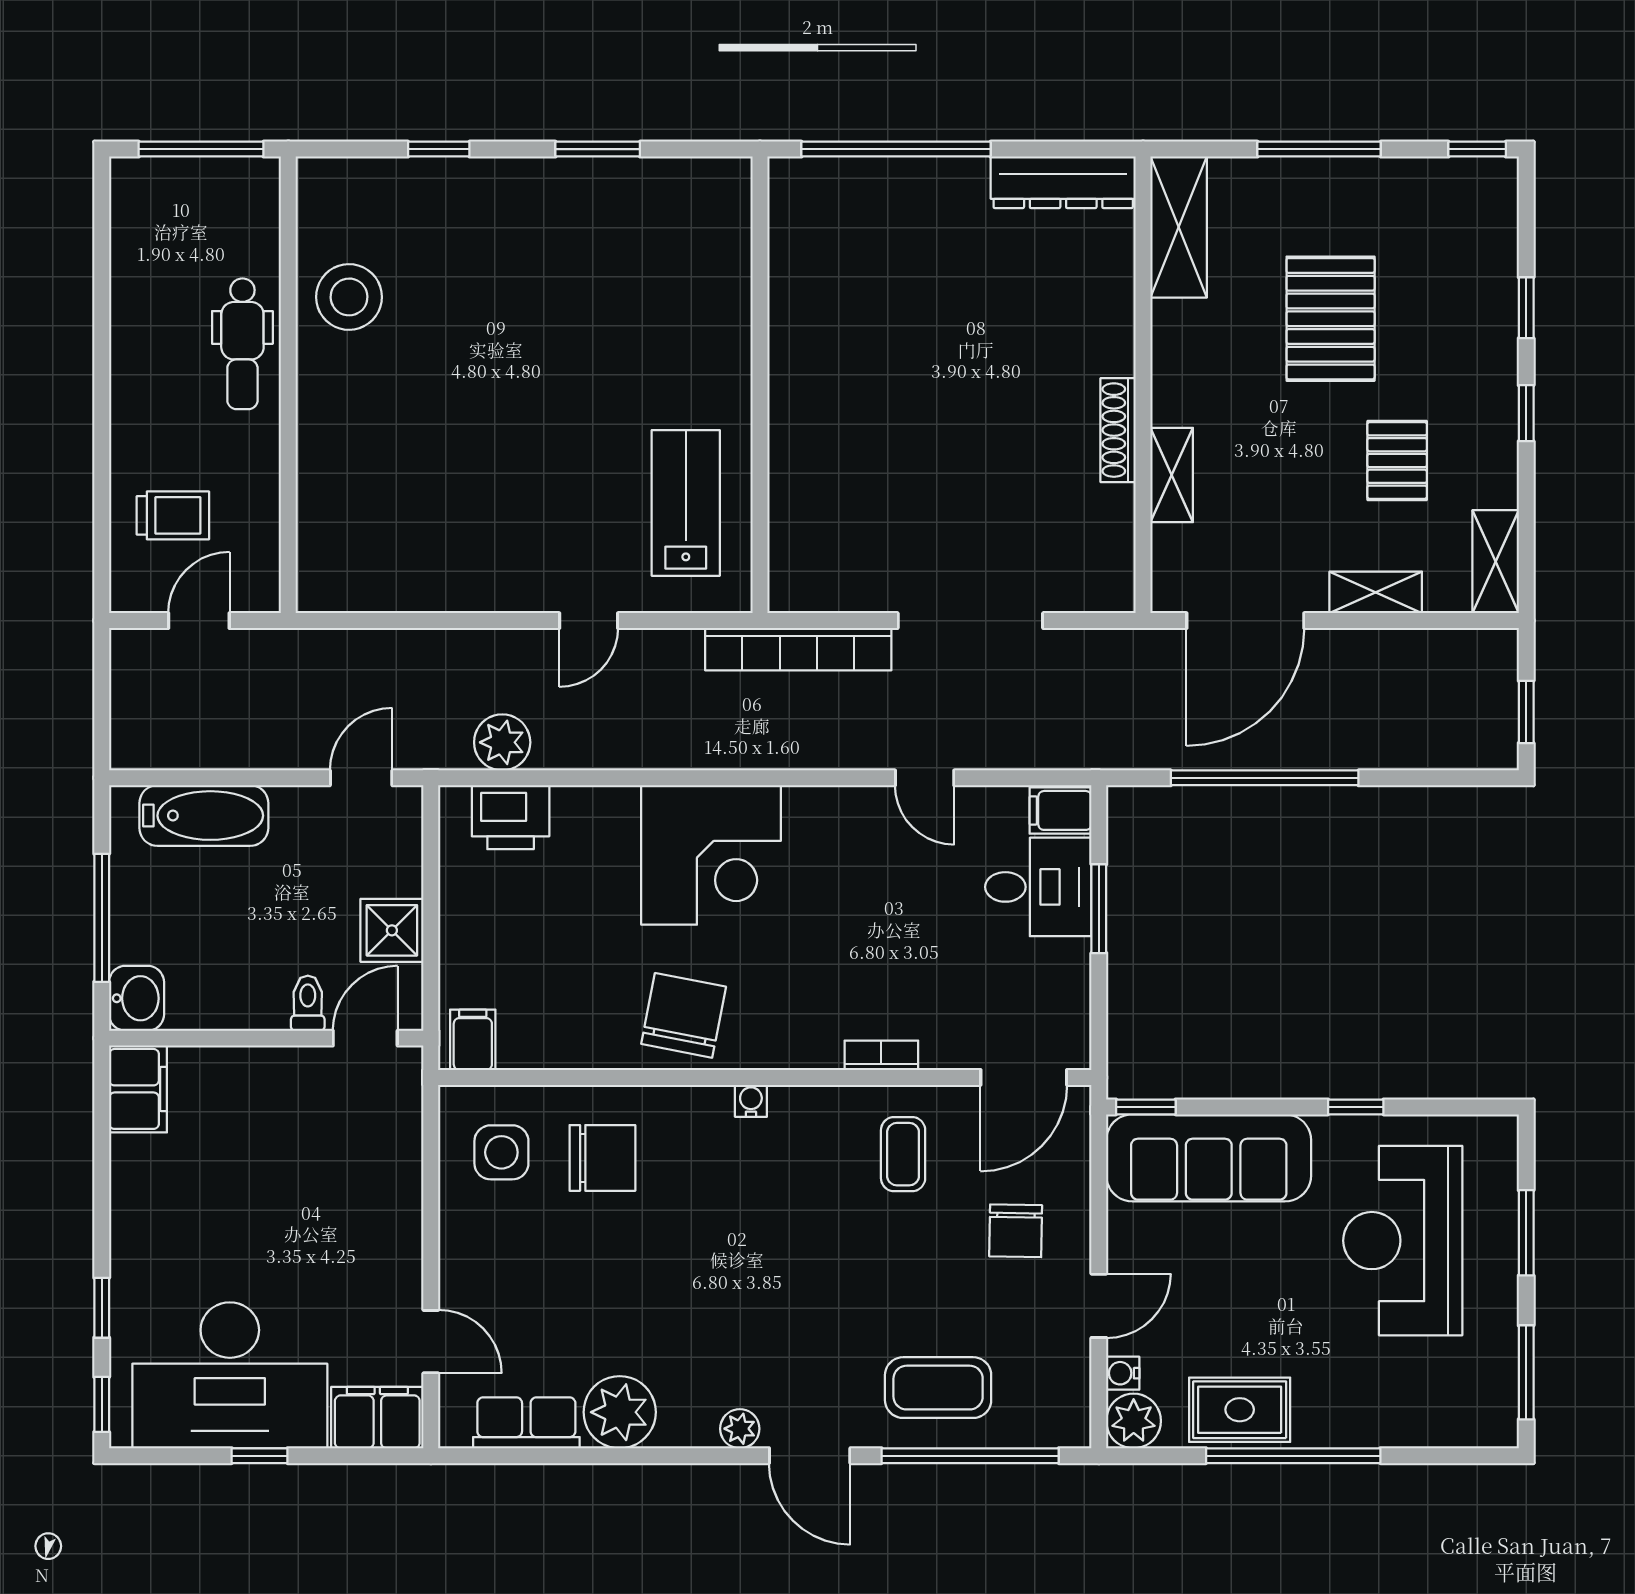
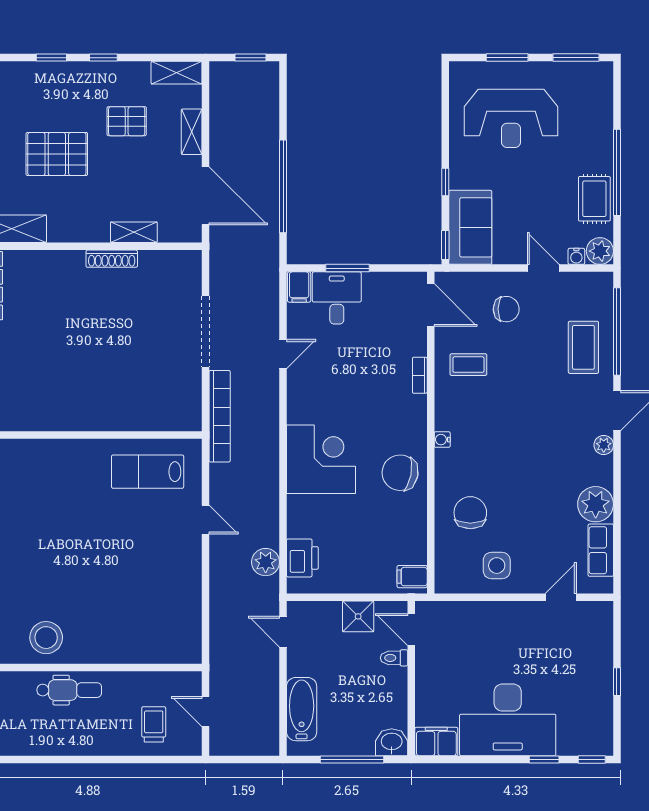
window: (1356, 1107) -> (445, 182), moved
side table: (501, 1152) -> (497, 566), moved
sofa: (1209, 1158) -> (470, 227), width x0.73
desk: (230, 1375) -> (508, 720), moved, turned 90
filing cabinet: (377, 1418) -> (598, 624), removed

